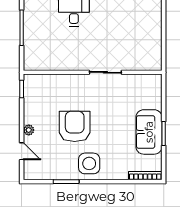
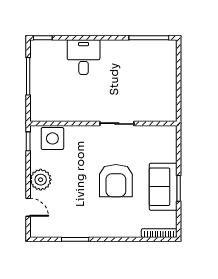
armchair: (75, 126) -> (116, 181), moved, turned 180
plant: (29, 130) -> (41, 180), width x1.88, depth x1.88
side table: (89, 163) -> (52, 138), moved

